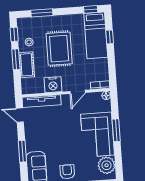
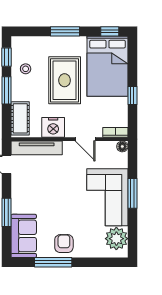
window: (42, 13) -> (65, 31), moved
bed: (96, 35) -> (107, 66), width x1.50
window: (110, 37) -> (132, 95), moved
cot: (27, 65) -> (20, 118), moved
door: (78, 92) -> (85, 139), hinge flipped

